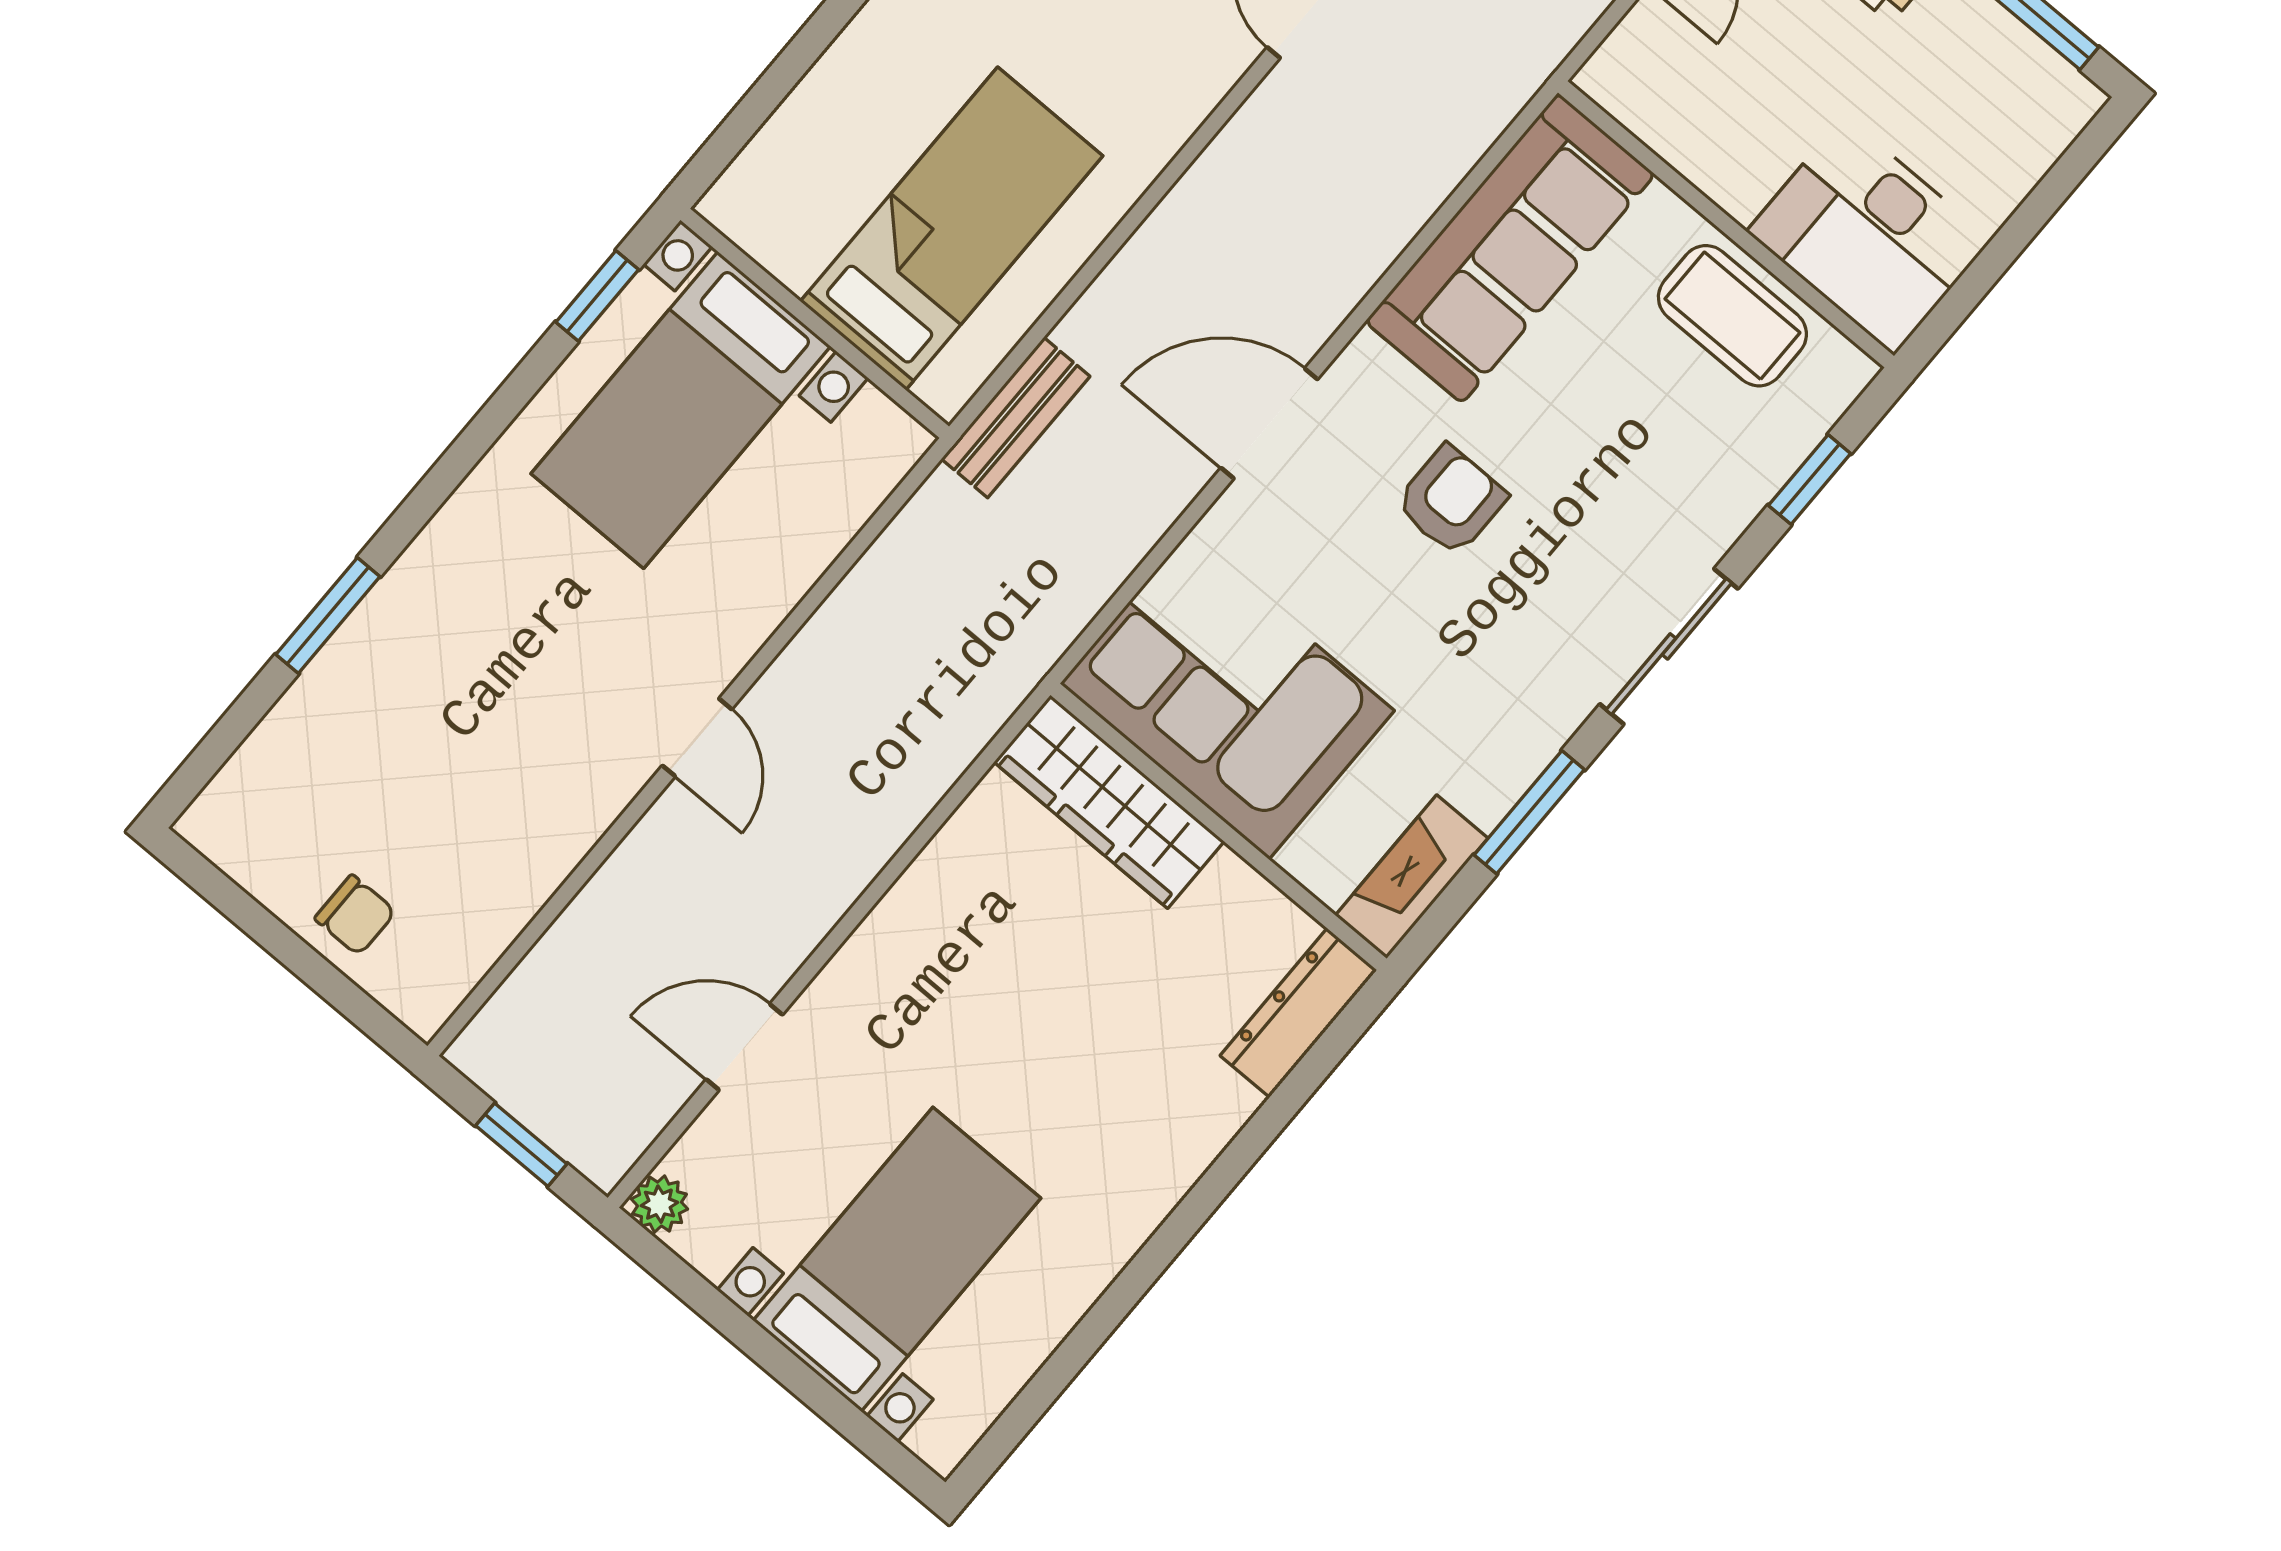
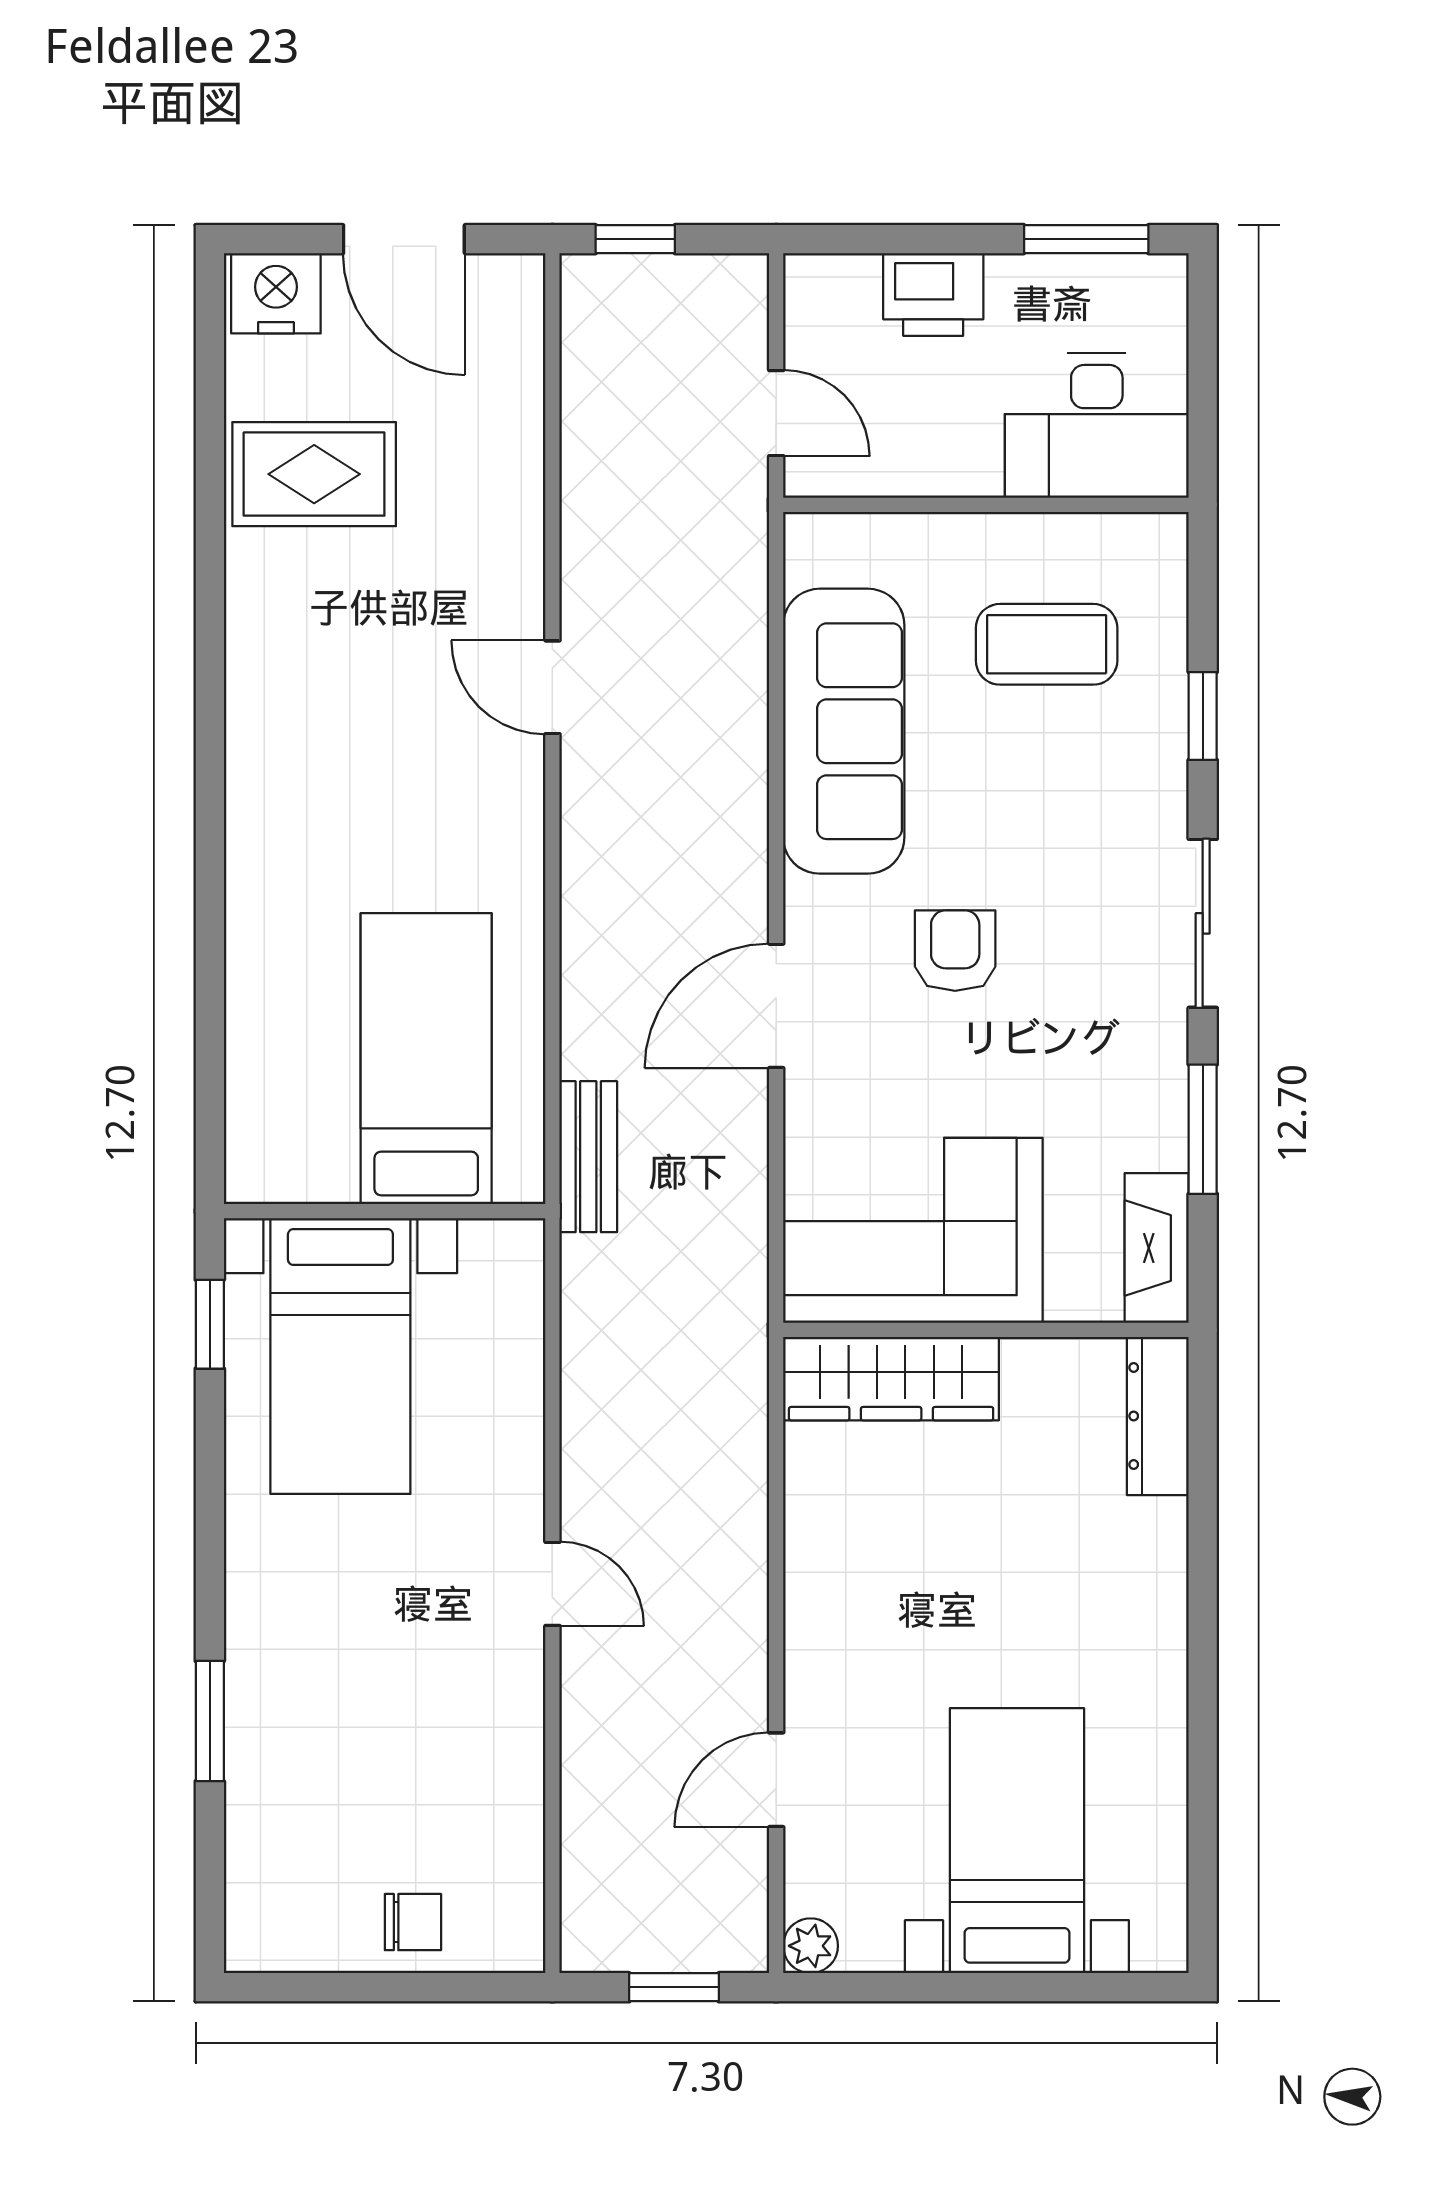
wall: (1726, 224) -> (986, 505), moved
desk: (1869, 236) -> (1097, 426), moved

